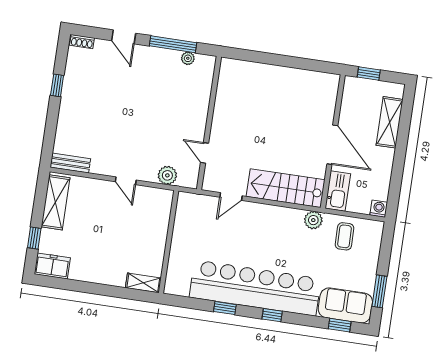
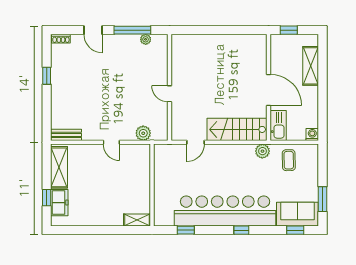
door: (204, 153) -> (170, 94), moved
freezer: (52, 266) -> (59, 203), moved, turned 90
window: (225, 308) -> (186, 230), moved

